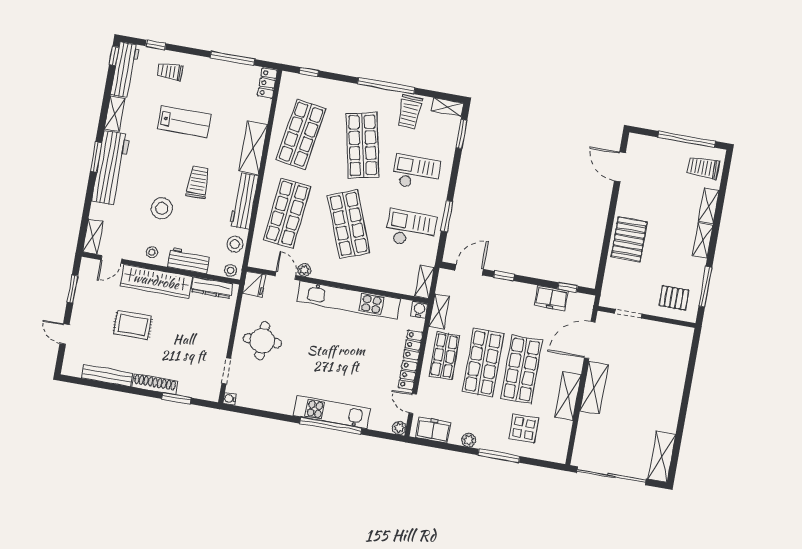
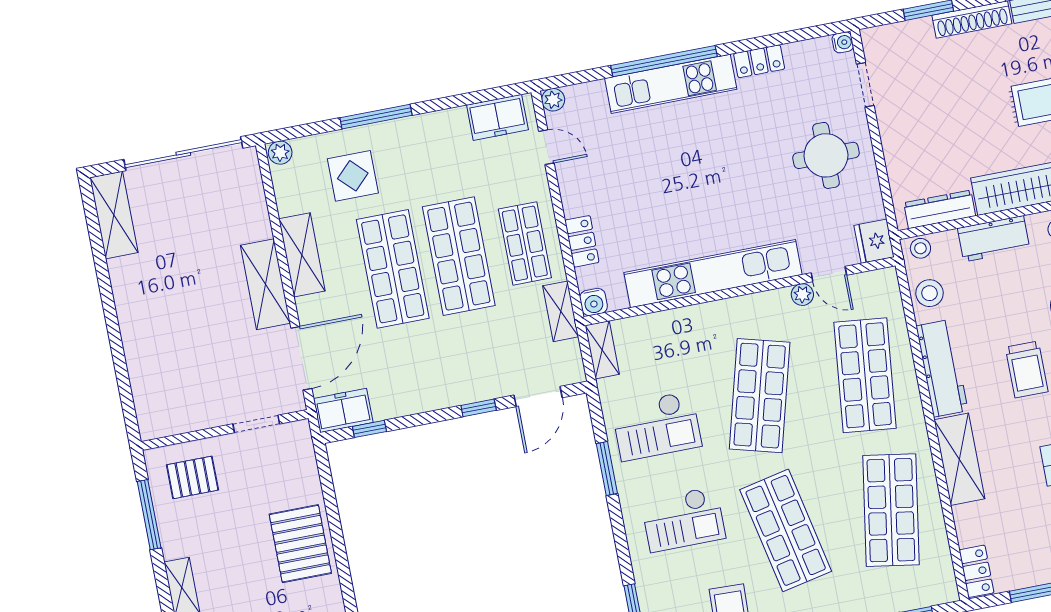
shop shelf: (349, 224) -> (760, 396), turned 36
freezer: (551, 298) -> (343, 410), moved
locker: (408, 375) -> (759, 61), moved, turned 90
plant: (469, 440) -> (280, 153), moved

